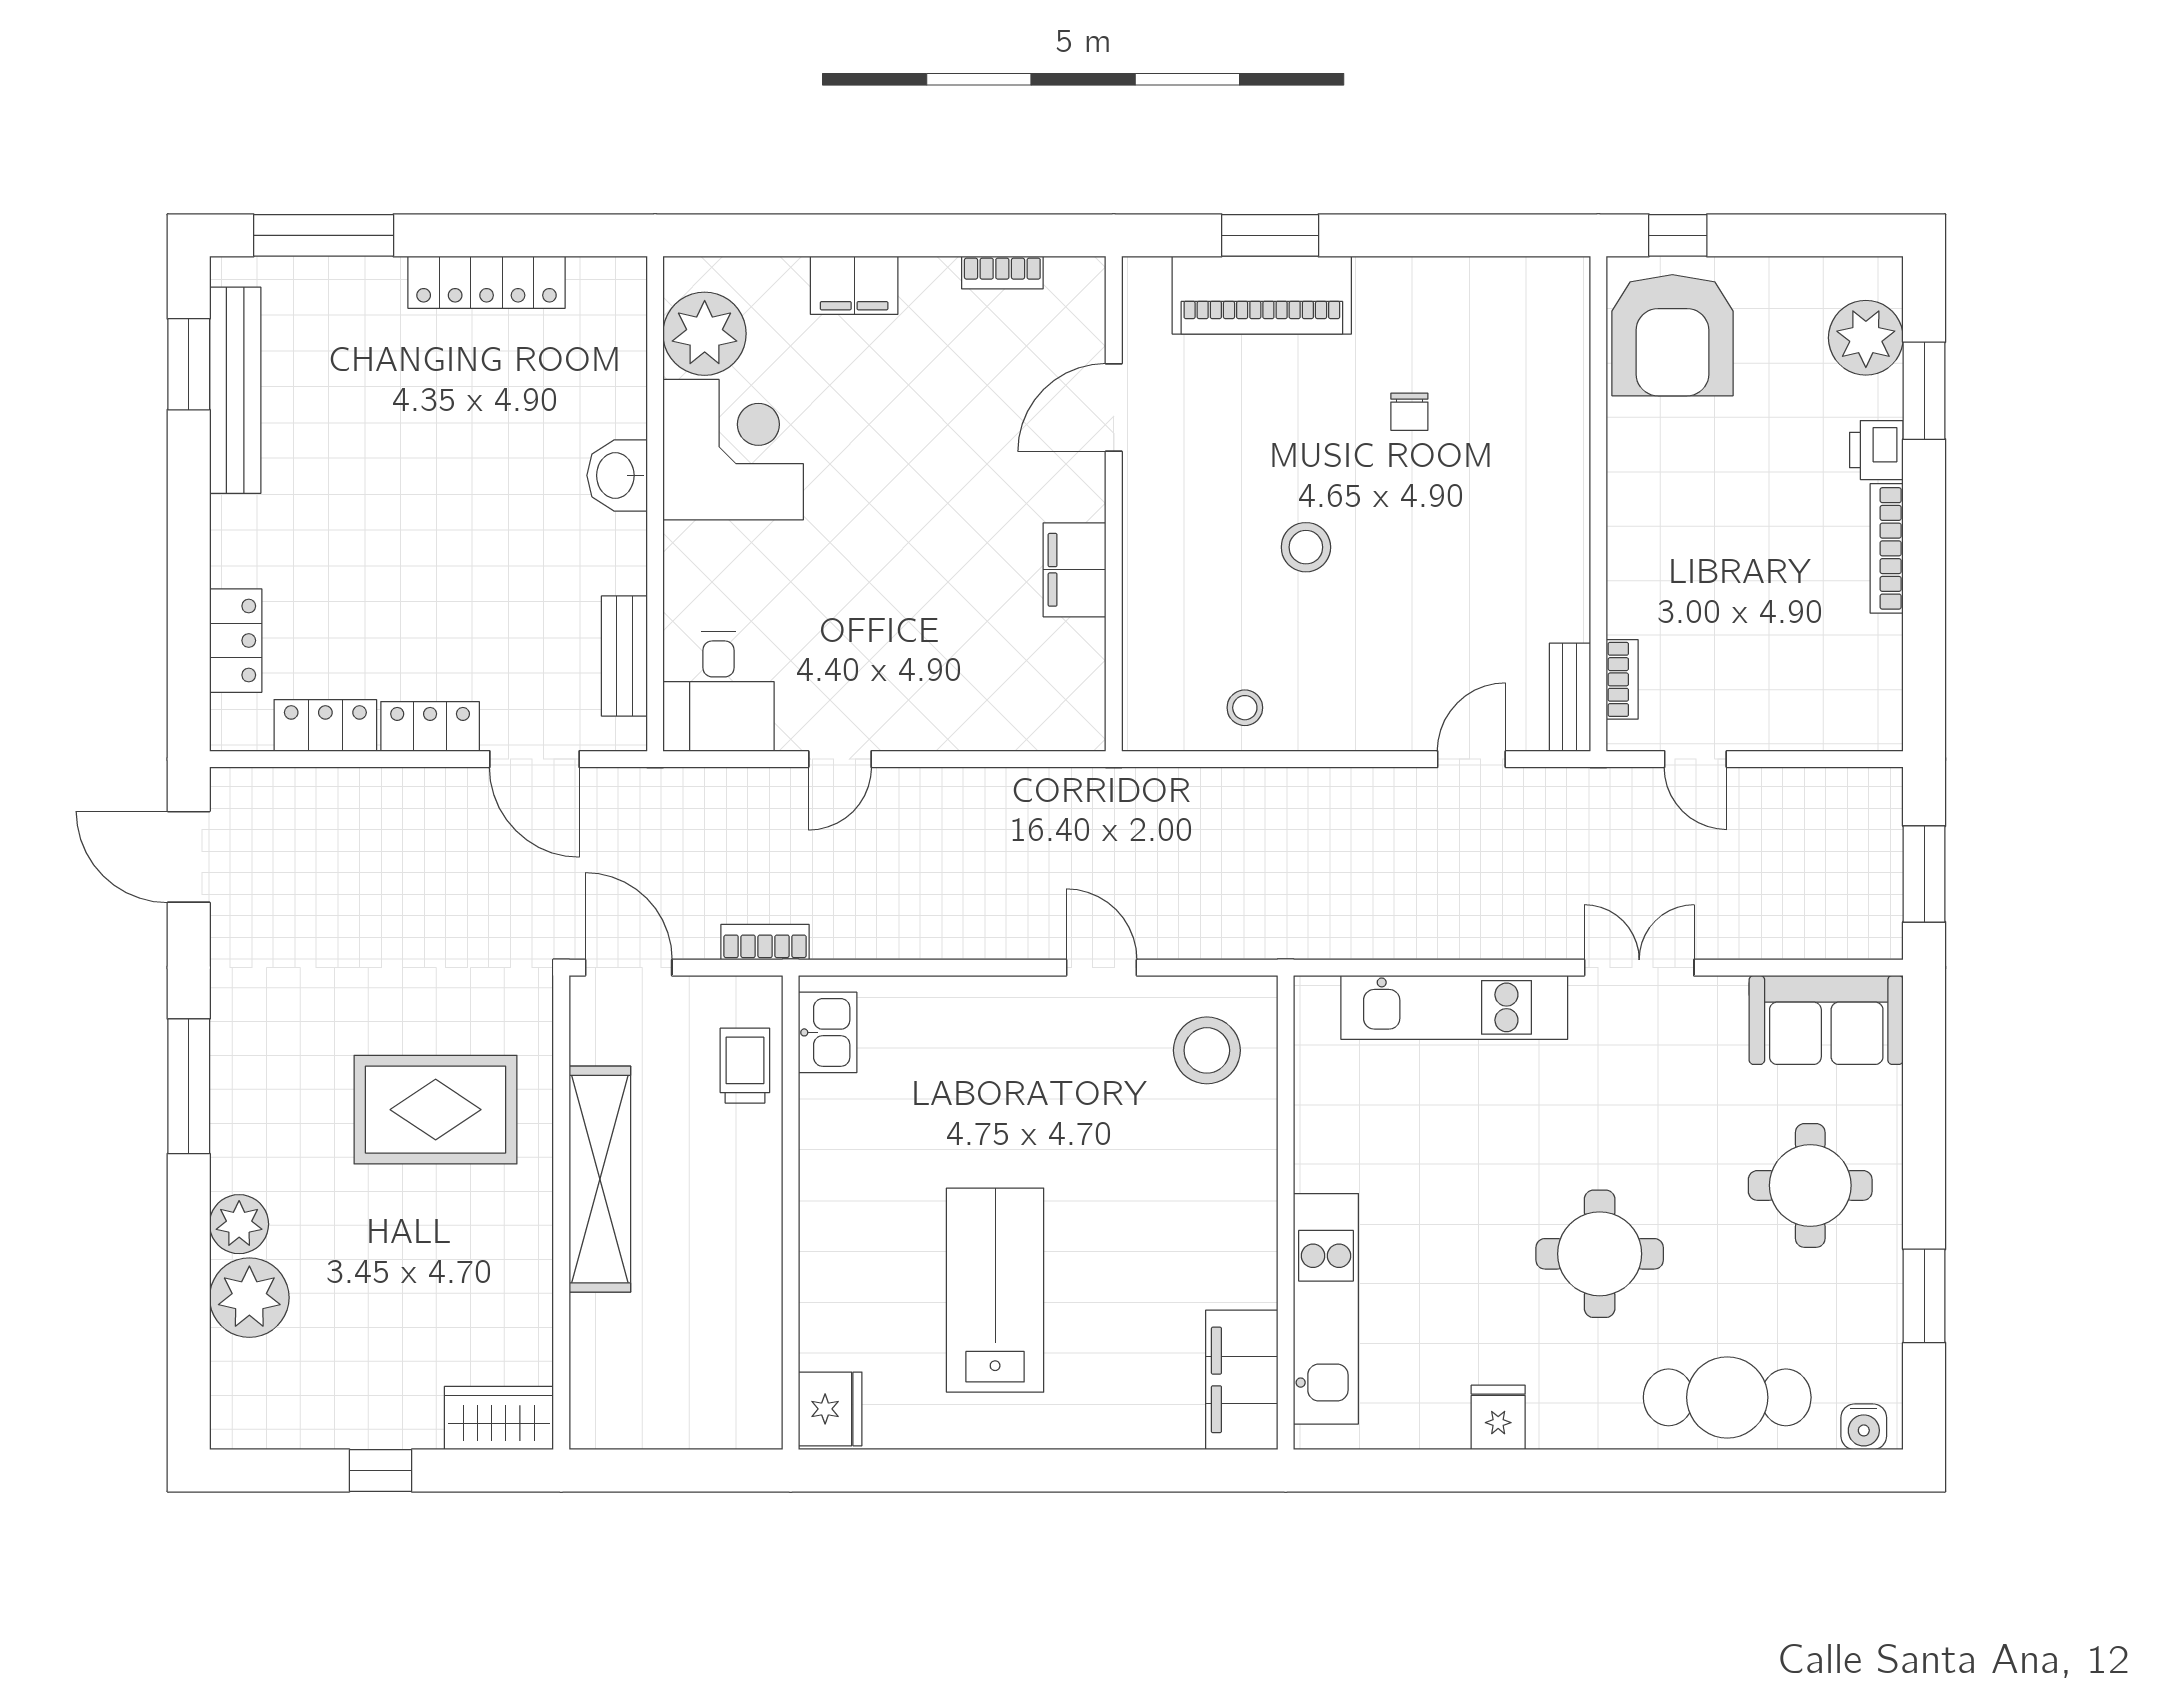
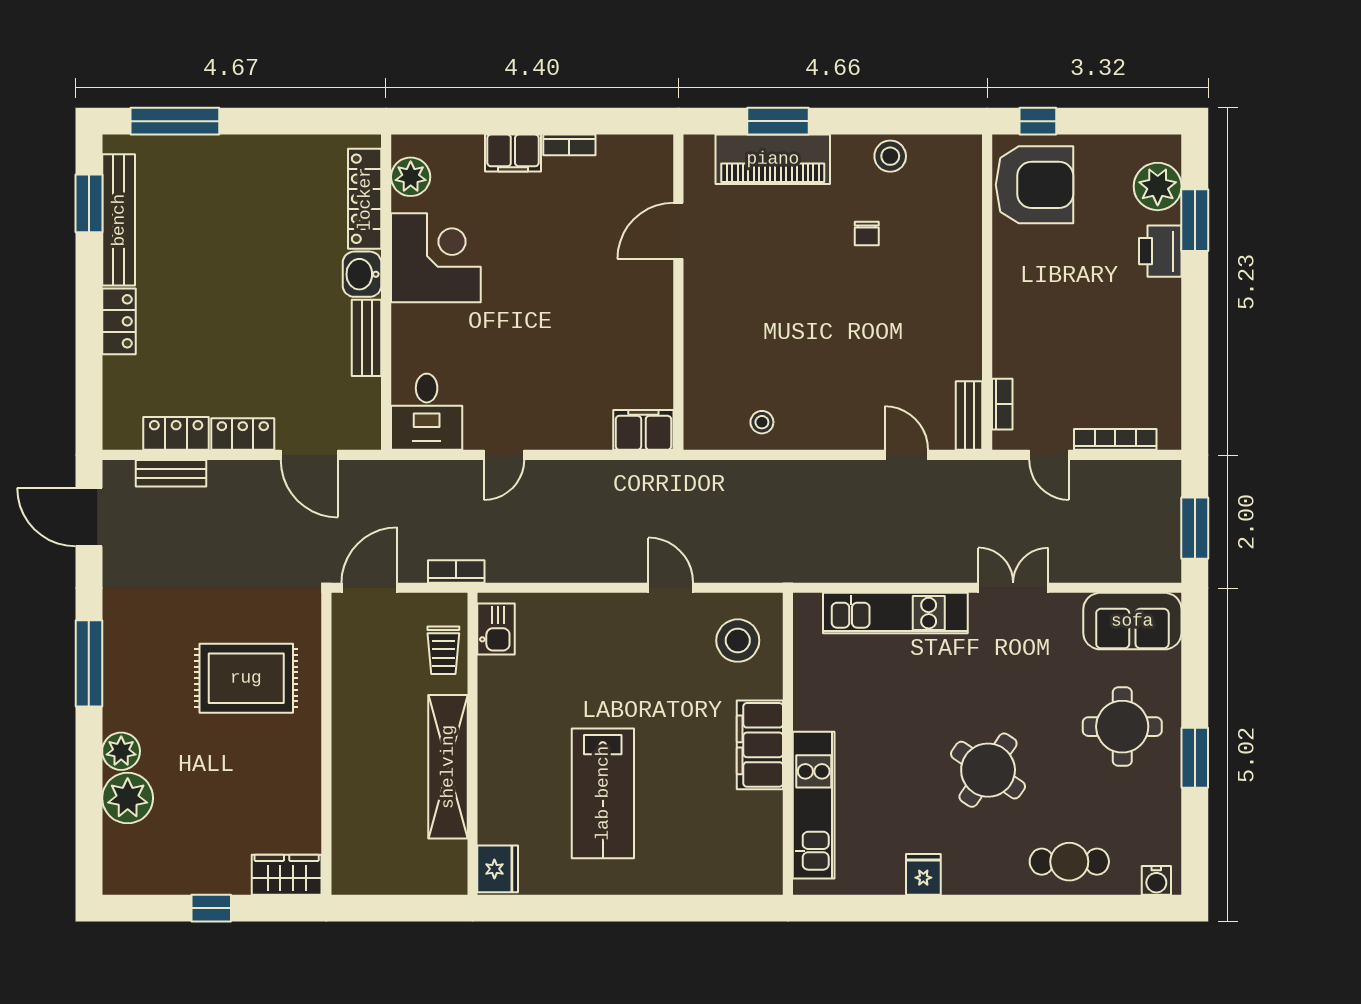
bookcase: (1002, 273) -> (569, 145), moved
locker: (487, 282) -> (365, 199), moved, turned 90
plant: (705, 334) -> (411, 177), width x0.73, depth x0.73
armchair: (1672, 335) -> (1034, 185), turned -90
printer: (1876, 450) -> (1160, 251), width x1.36, depth x1.24
stool: (1306, 547) -> (890, 156), moved
bookcase: (1887, 548) -> (1115, 439), moved, turned 90
filing cabinet: (1075, 570) -> (643, 430), moved, turned 90
locker: (236, 641) -> (119, 321), moved
bench: (624, 656) -> (367, 338), moved
door: (1471, 759) -> (906, 455), hinge flipped
bench: (317, 788) -> (171, 473), added
door: (629, 968) -> (369, 588), hinge flipped
trolley: (745, 1066) -> (443, 650), turned 180
shelving: (600, 1179) -> (448, 767), moved
round table: (1600, 1254) -> (988, 770), turned 34
lab bench: (995, 1290) -> (603, 793), turned 180
window: (1924, 1296) -> (1195, 758), moved
filing cabinet: (1242, 1380) -> (760, 745), moved
cafe table: (1727, 1397) -> (1069, 862), width x0.73, depth x0.74

